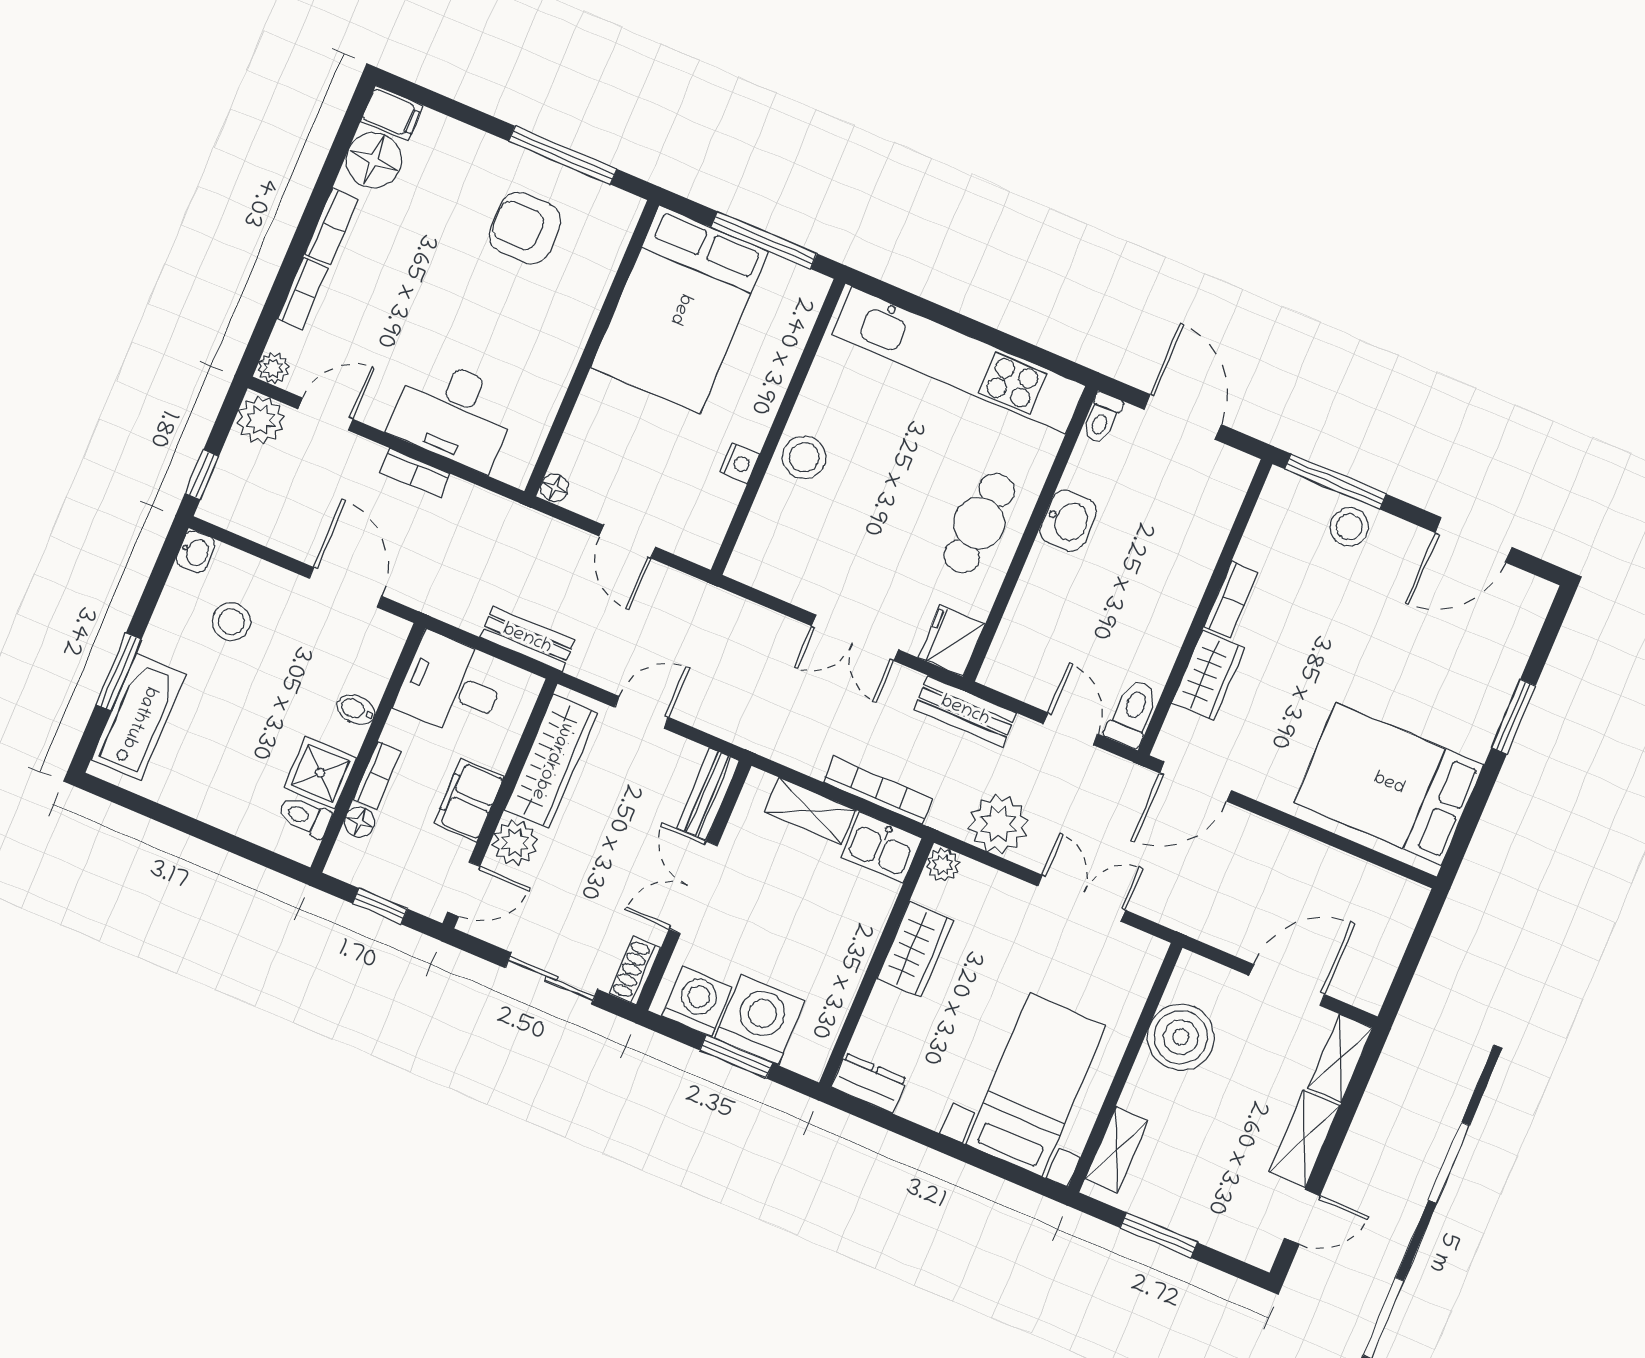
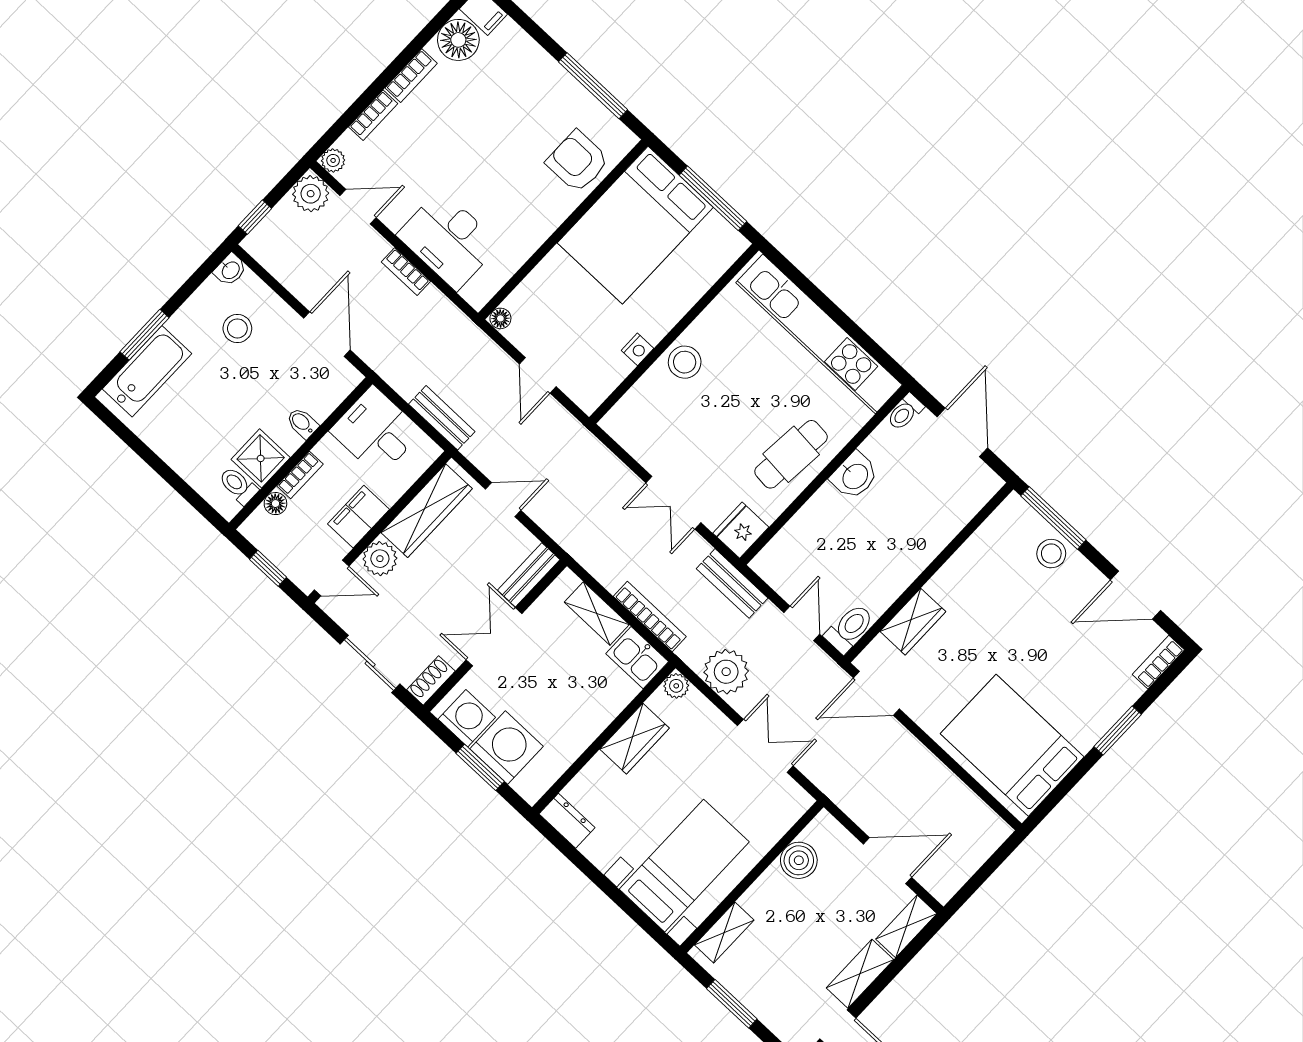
armchair: (525, 228) -> (577, 161), moved
bookcase: (1231, 600) -> (1158, 662), moved, turned 180
boiler: (1181, 1037) -> (799, 860), width x0.73, depth x0.73

